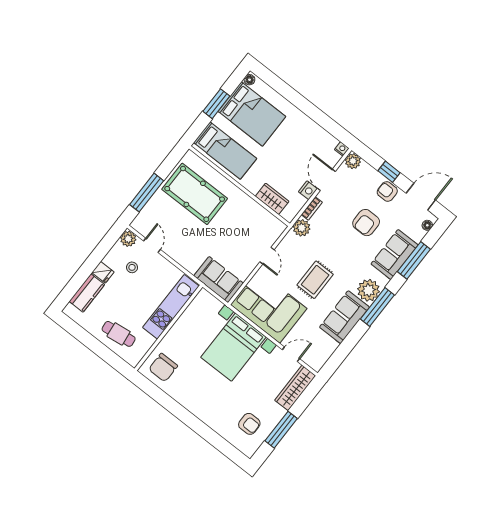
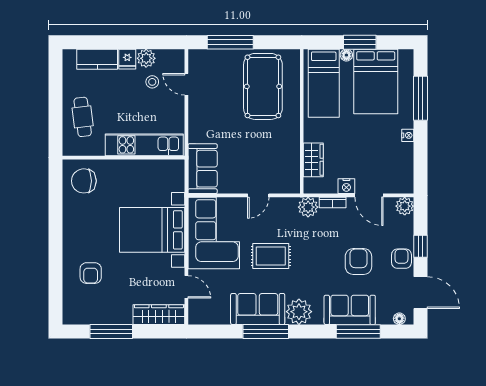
floor lamp: (249, 80) -> (346, 55), moved
window: (287, 92) -> (421, 98), added
nightstand: (342, 149) -> (408, 135), moved
door: (326, 180) -> (369, 195), swing flipped
armchair: (366, 223) -> (358, 262), turned 90
plant: (128, 239) -> (146, 58), moved
door: (152, 245) -> (186, 84), swing flipped
window: (377, 307) -> (266, 331), moved
armchair: (249, 424) -> (91, 273), moved

